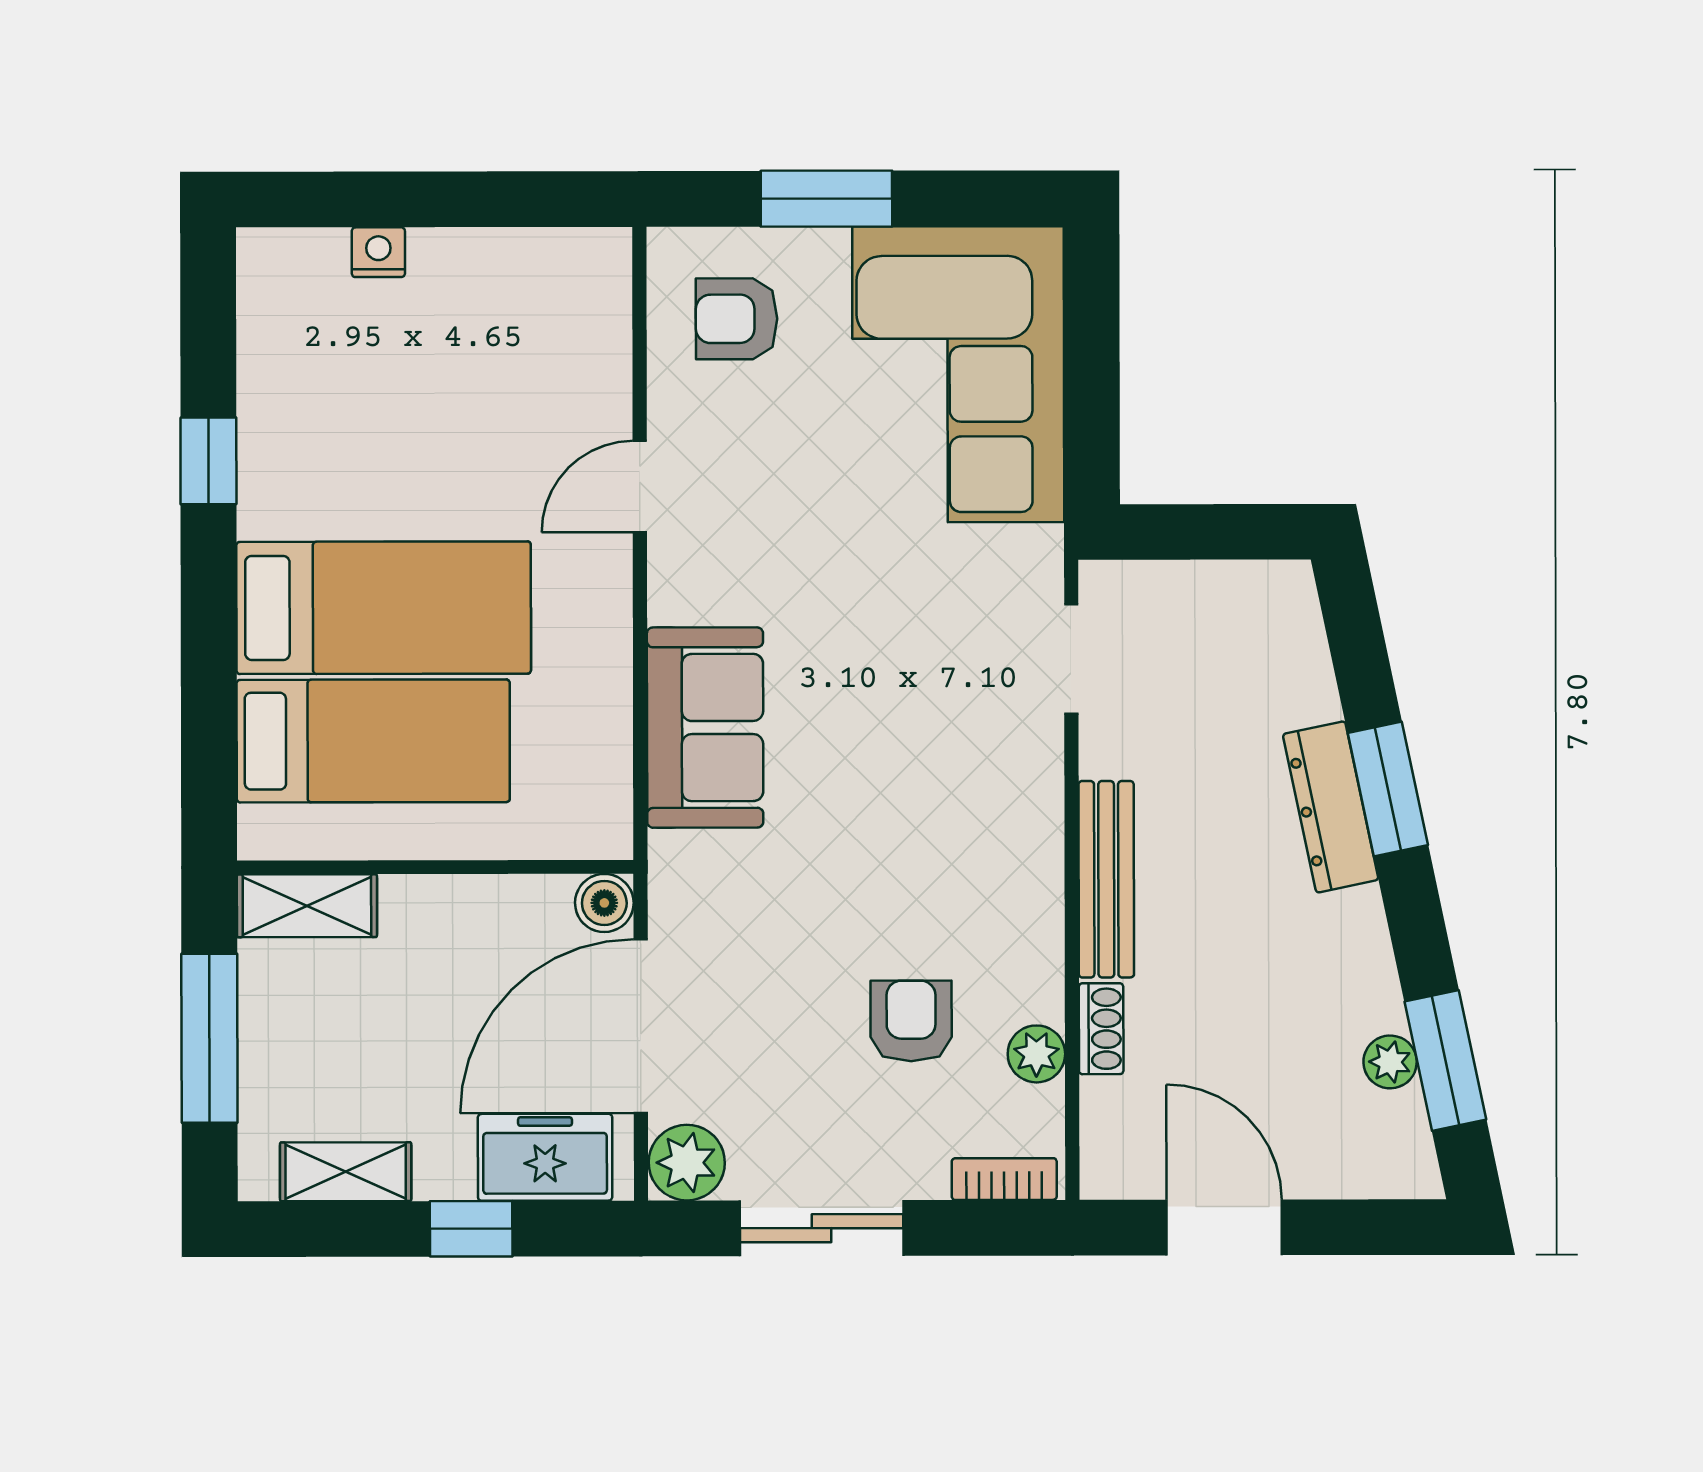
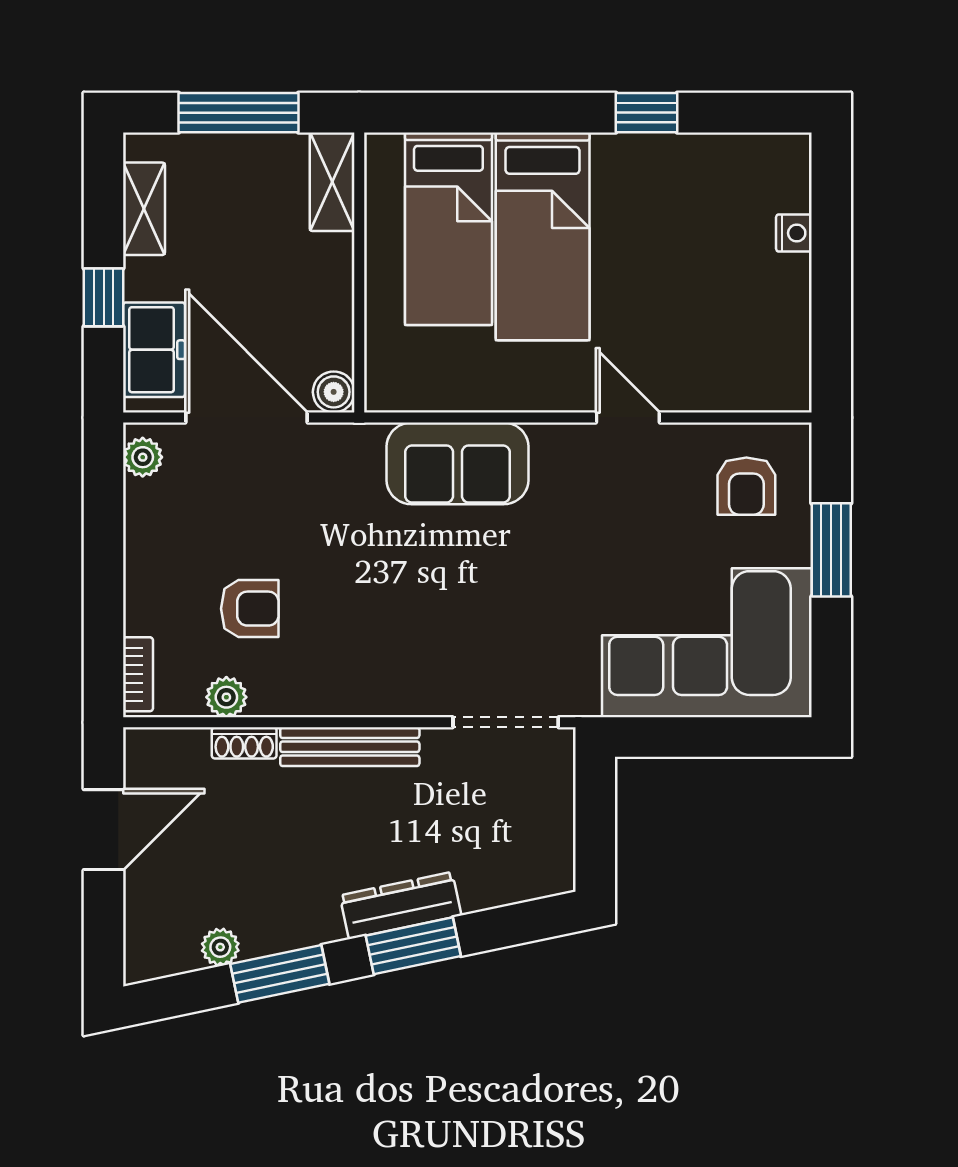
armchair: (737, 319) -> (746, 486), turned 180
doorway: (1071, 659) -> (506, 722), width x1.38
window: (1445, 1061) -> (280, 974), moved
plant: (687, 1163) -> (143, 457), width x0.73, depth x0.73
sliding door: (822, 1228) -> (104, 545), removed

